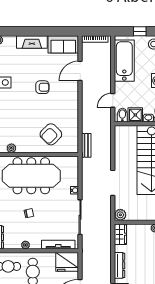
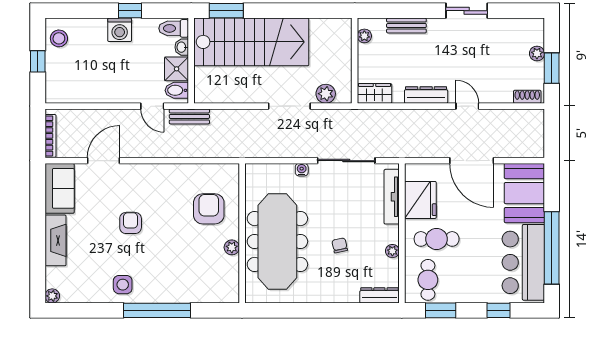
bathtub: (124, 61) -> (87, 87), removed
door: (80, 71) -> (104, 161), swing flipped
armchair: (51, 134) -> (209, 209), turned -135
bench: (86, 145) -> (189, 116), moved
plant: (11, 148) -> (232, 247), moved
plant: (120, 215) -> (326, 94), moved
fridge: (67, 262) -> (420, 200), moved

